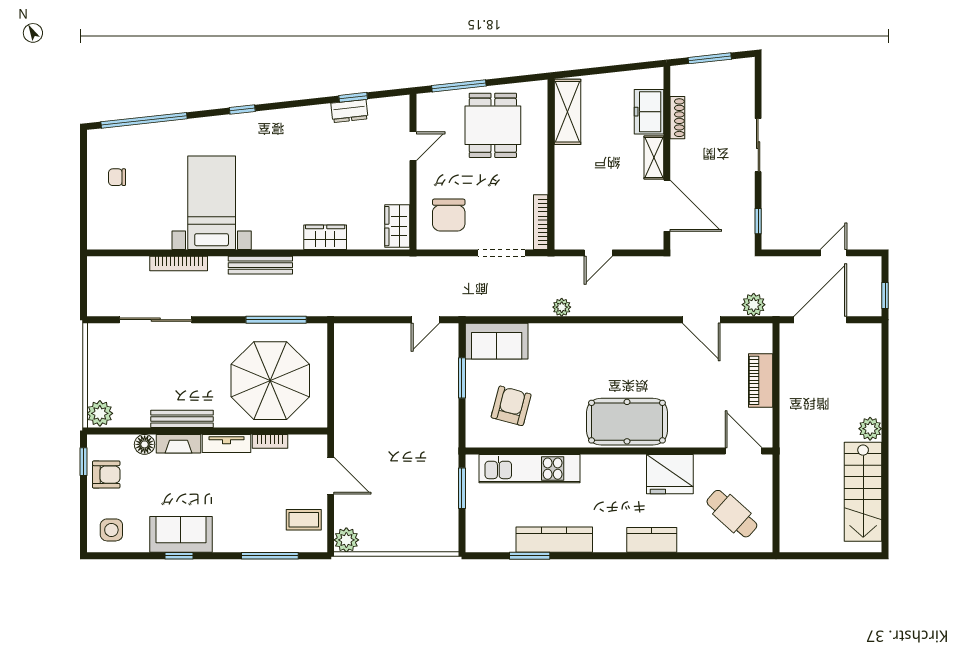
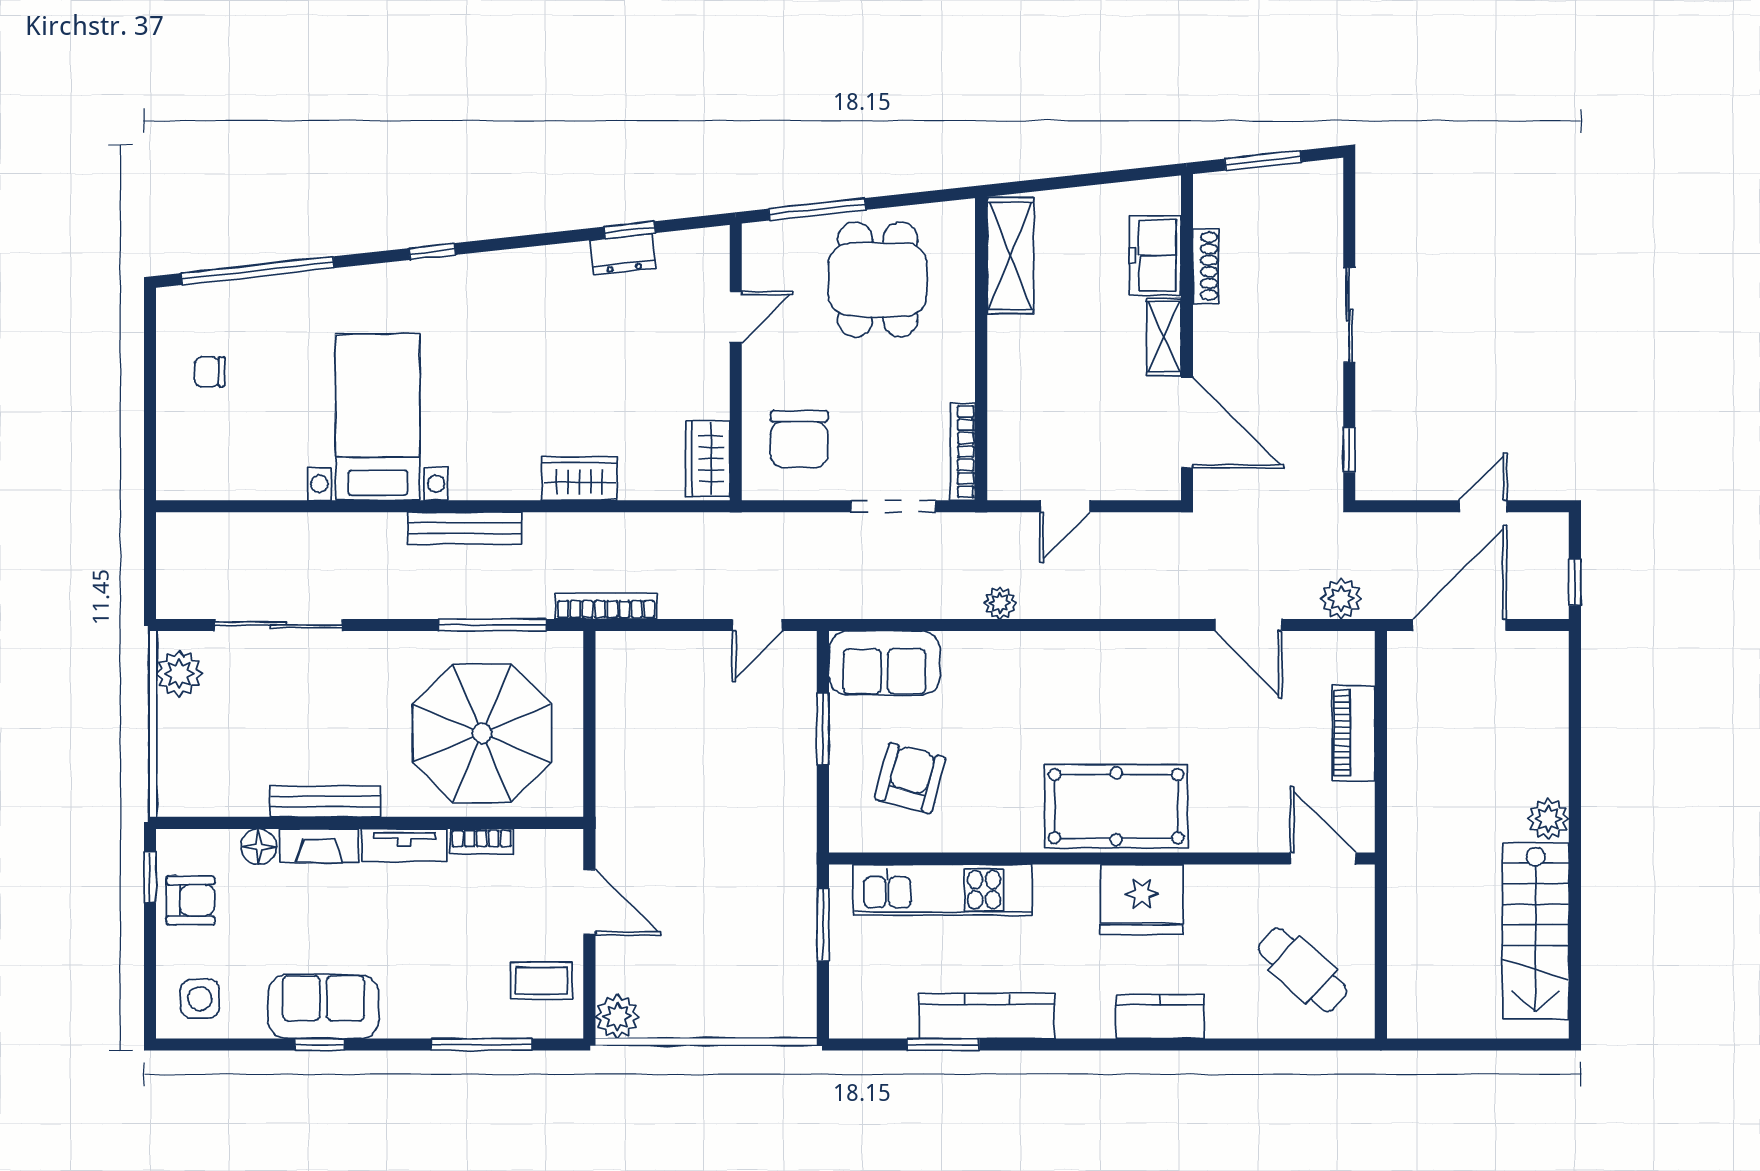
bookcase: (179, 264) -> (606, 606), moved, turned 180
plant: (100, 413) -> (179, 674), moved
fridge: (670, 474) -> (1142, 899), moved

